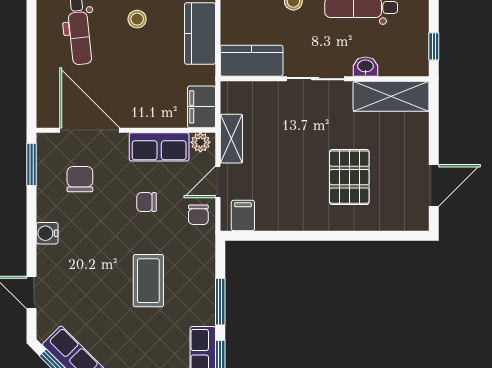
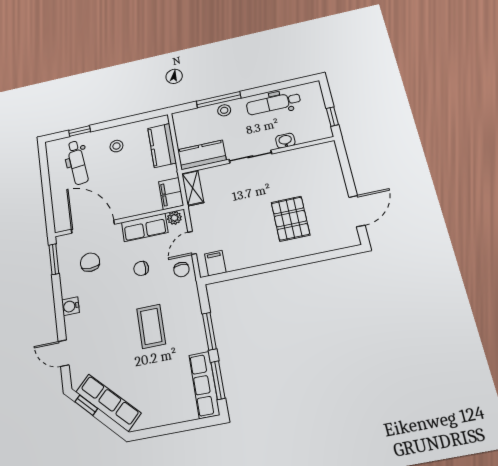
shelving: (391, 96) -> (309, 156), removed
shelving: (231, 139) -> (193, 188), moved

